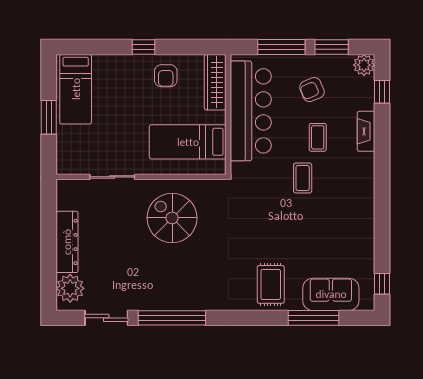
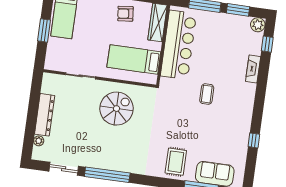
armchair: (166, 76) -> (125, 14), turned 84
armchair: (312, 90) -> (221, 36), removed
coffee table: (318, 137) -> (220, 68), removed
spiral stairs: (172, 218) -> (116, 109), turned 90
window: (382, 284) -> (254, 140), moved
plant: (70, 288) -> (39, 141), width x0.53, depth x0.53

